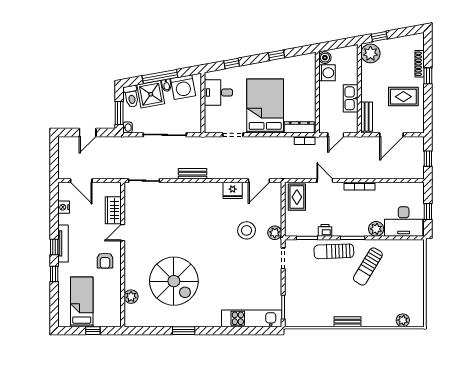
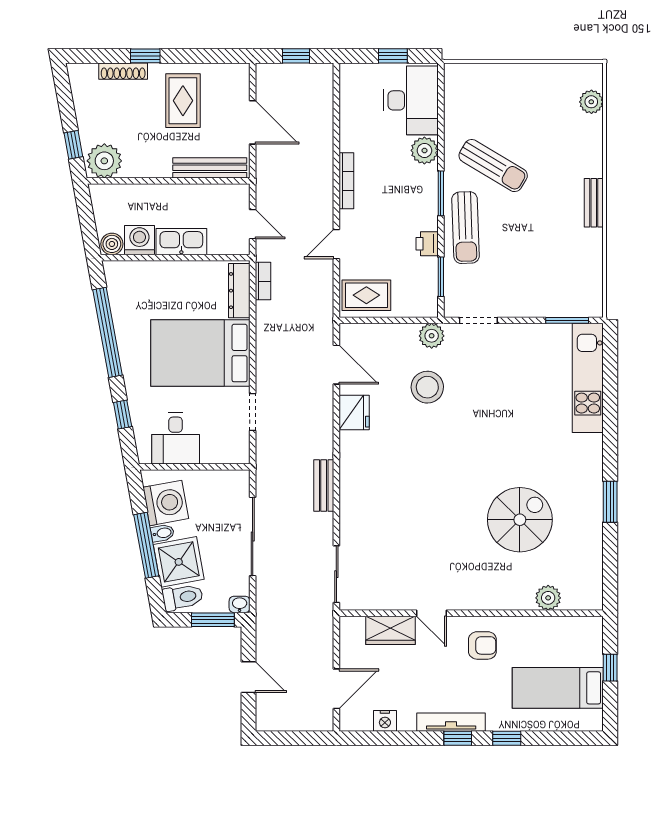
window: (276, 55) -> (108, 332), width x3.17
kitchen sink: (351, 98) -> (181, 242), moved, turned 180
bench: (367, 117) -> (210, 168), width x1.36
spiral stairs: (174, 281) -> (520, 520), width x0.73, depth x0.73

